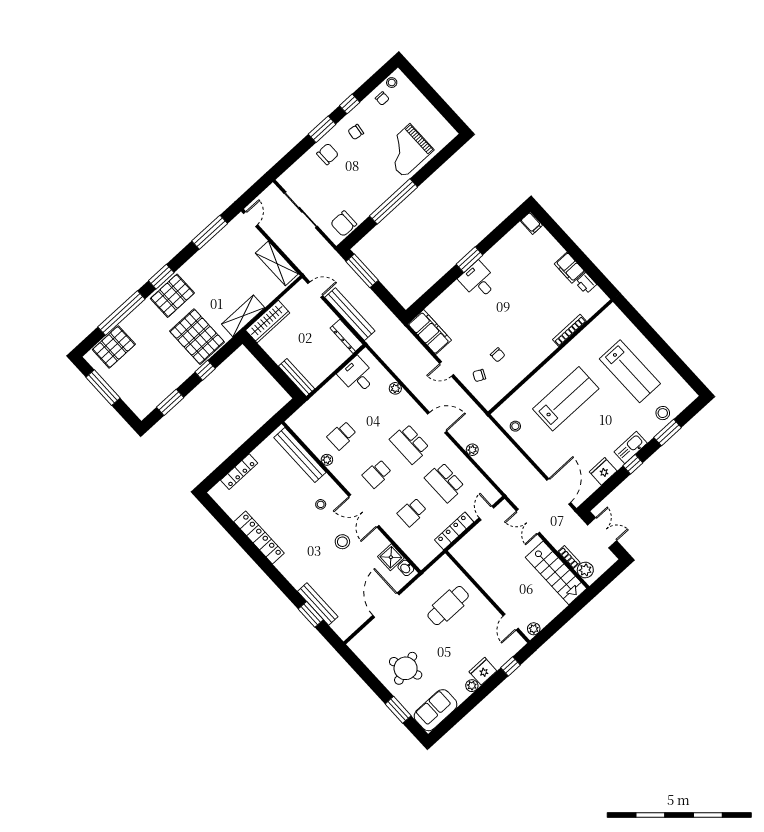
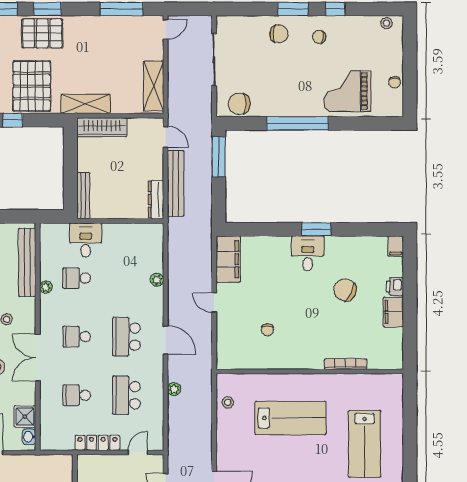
chair: (382, 99) -> (395, 82), moved
printer: (586, 283) -> (395, 287), moved
chair: (479, 375) -> (345, 290), moved, width x1.87, depth x1.87
desk: (357, 376) -> (86, 240), moved

